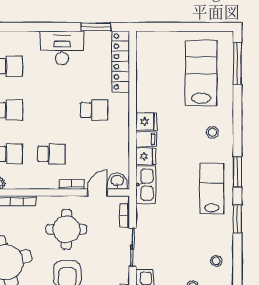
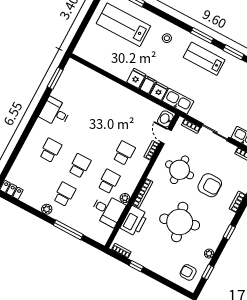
desk: (62, 48) -> (55, 112), width x0.73
locker: (121, 62) -> (87, 74), removed
school desk: (94, 110) -> (110, 109), removed

